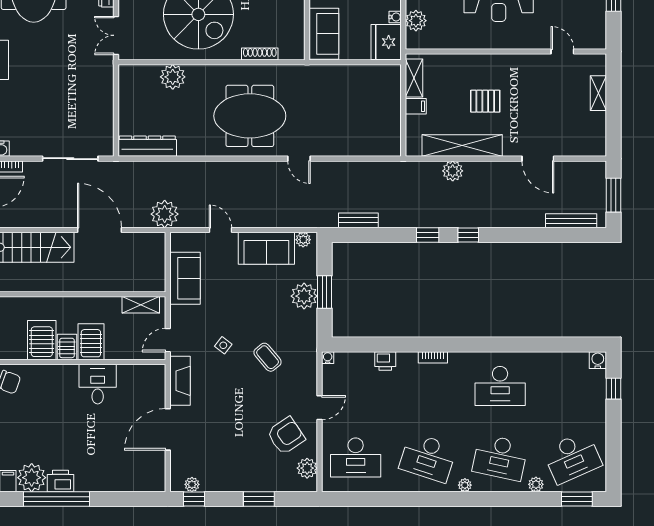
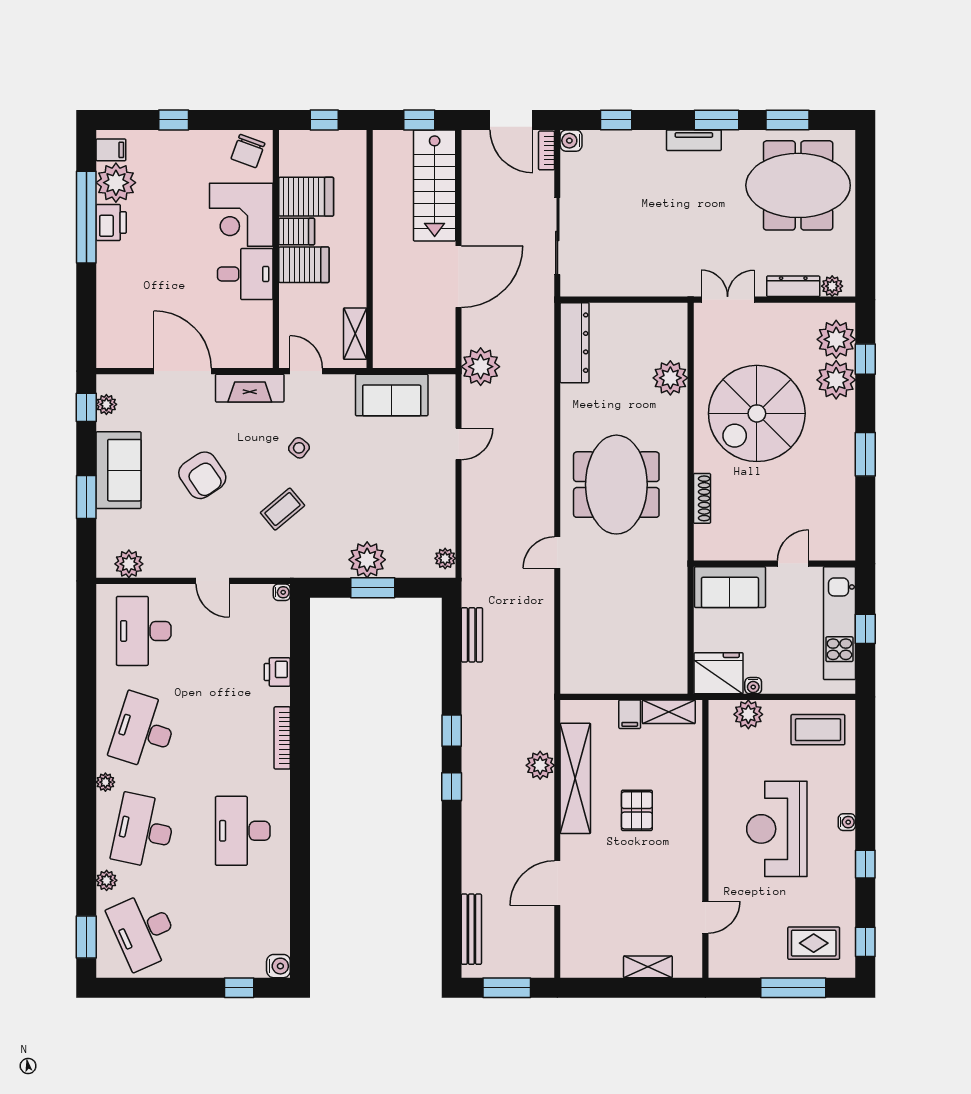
sofa: (266, 248) -> (119, 470), moved, turned 180
bookcase: (433, 357) -> (282, 738), width x1.56
corner desk: (55, 387) -> (241, 215), added
armchair: (286, 436) -> (202, 475), moved

